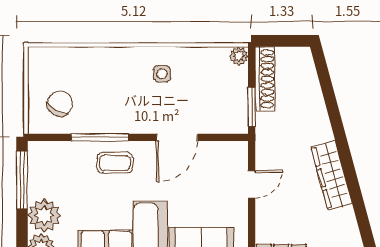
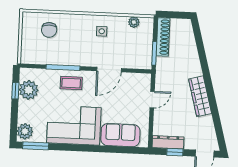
plant: (239, 56) -> (134, 22), moved
chair: (60, 104) -> (49, 30), moved, turned 150
window: (22, 180) -> (15, 91), width x0.46
plant: (44, 215) -> (29, 90), moved

